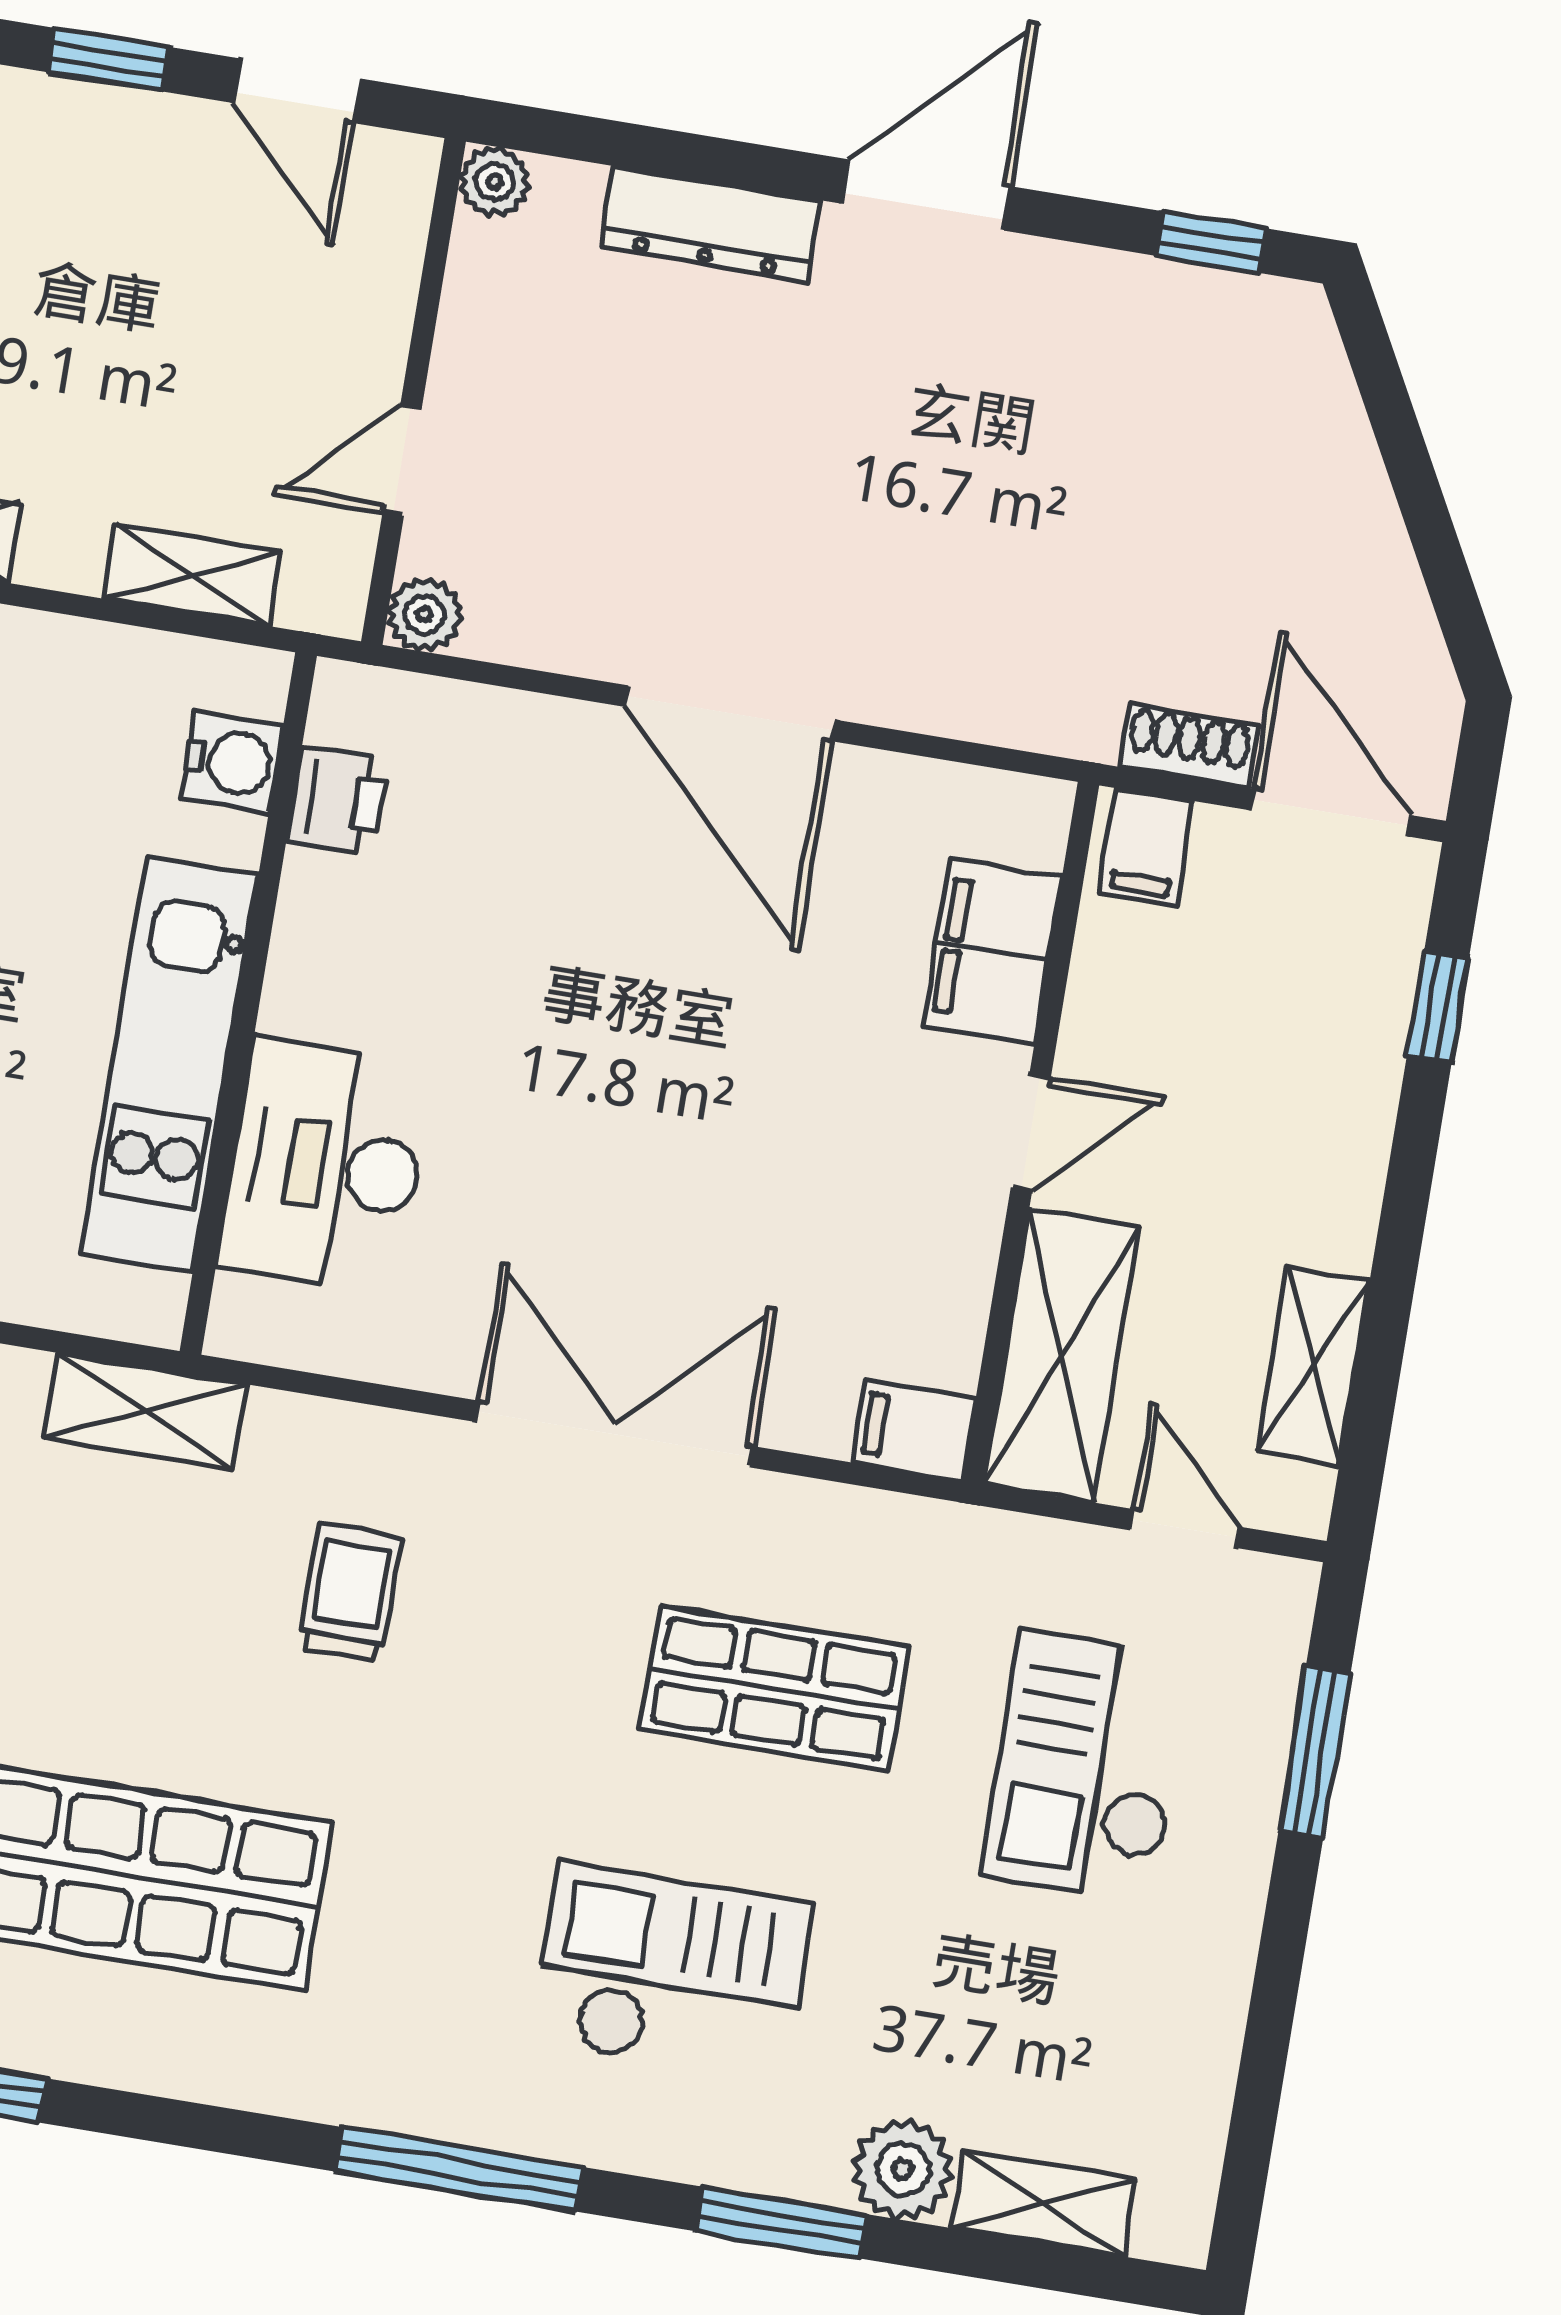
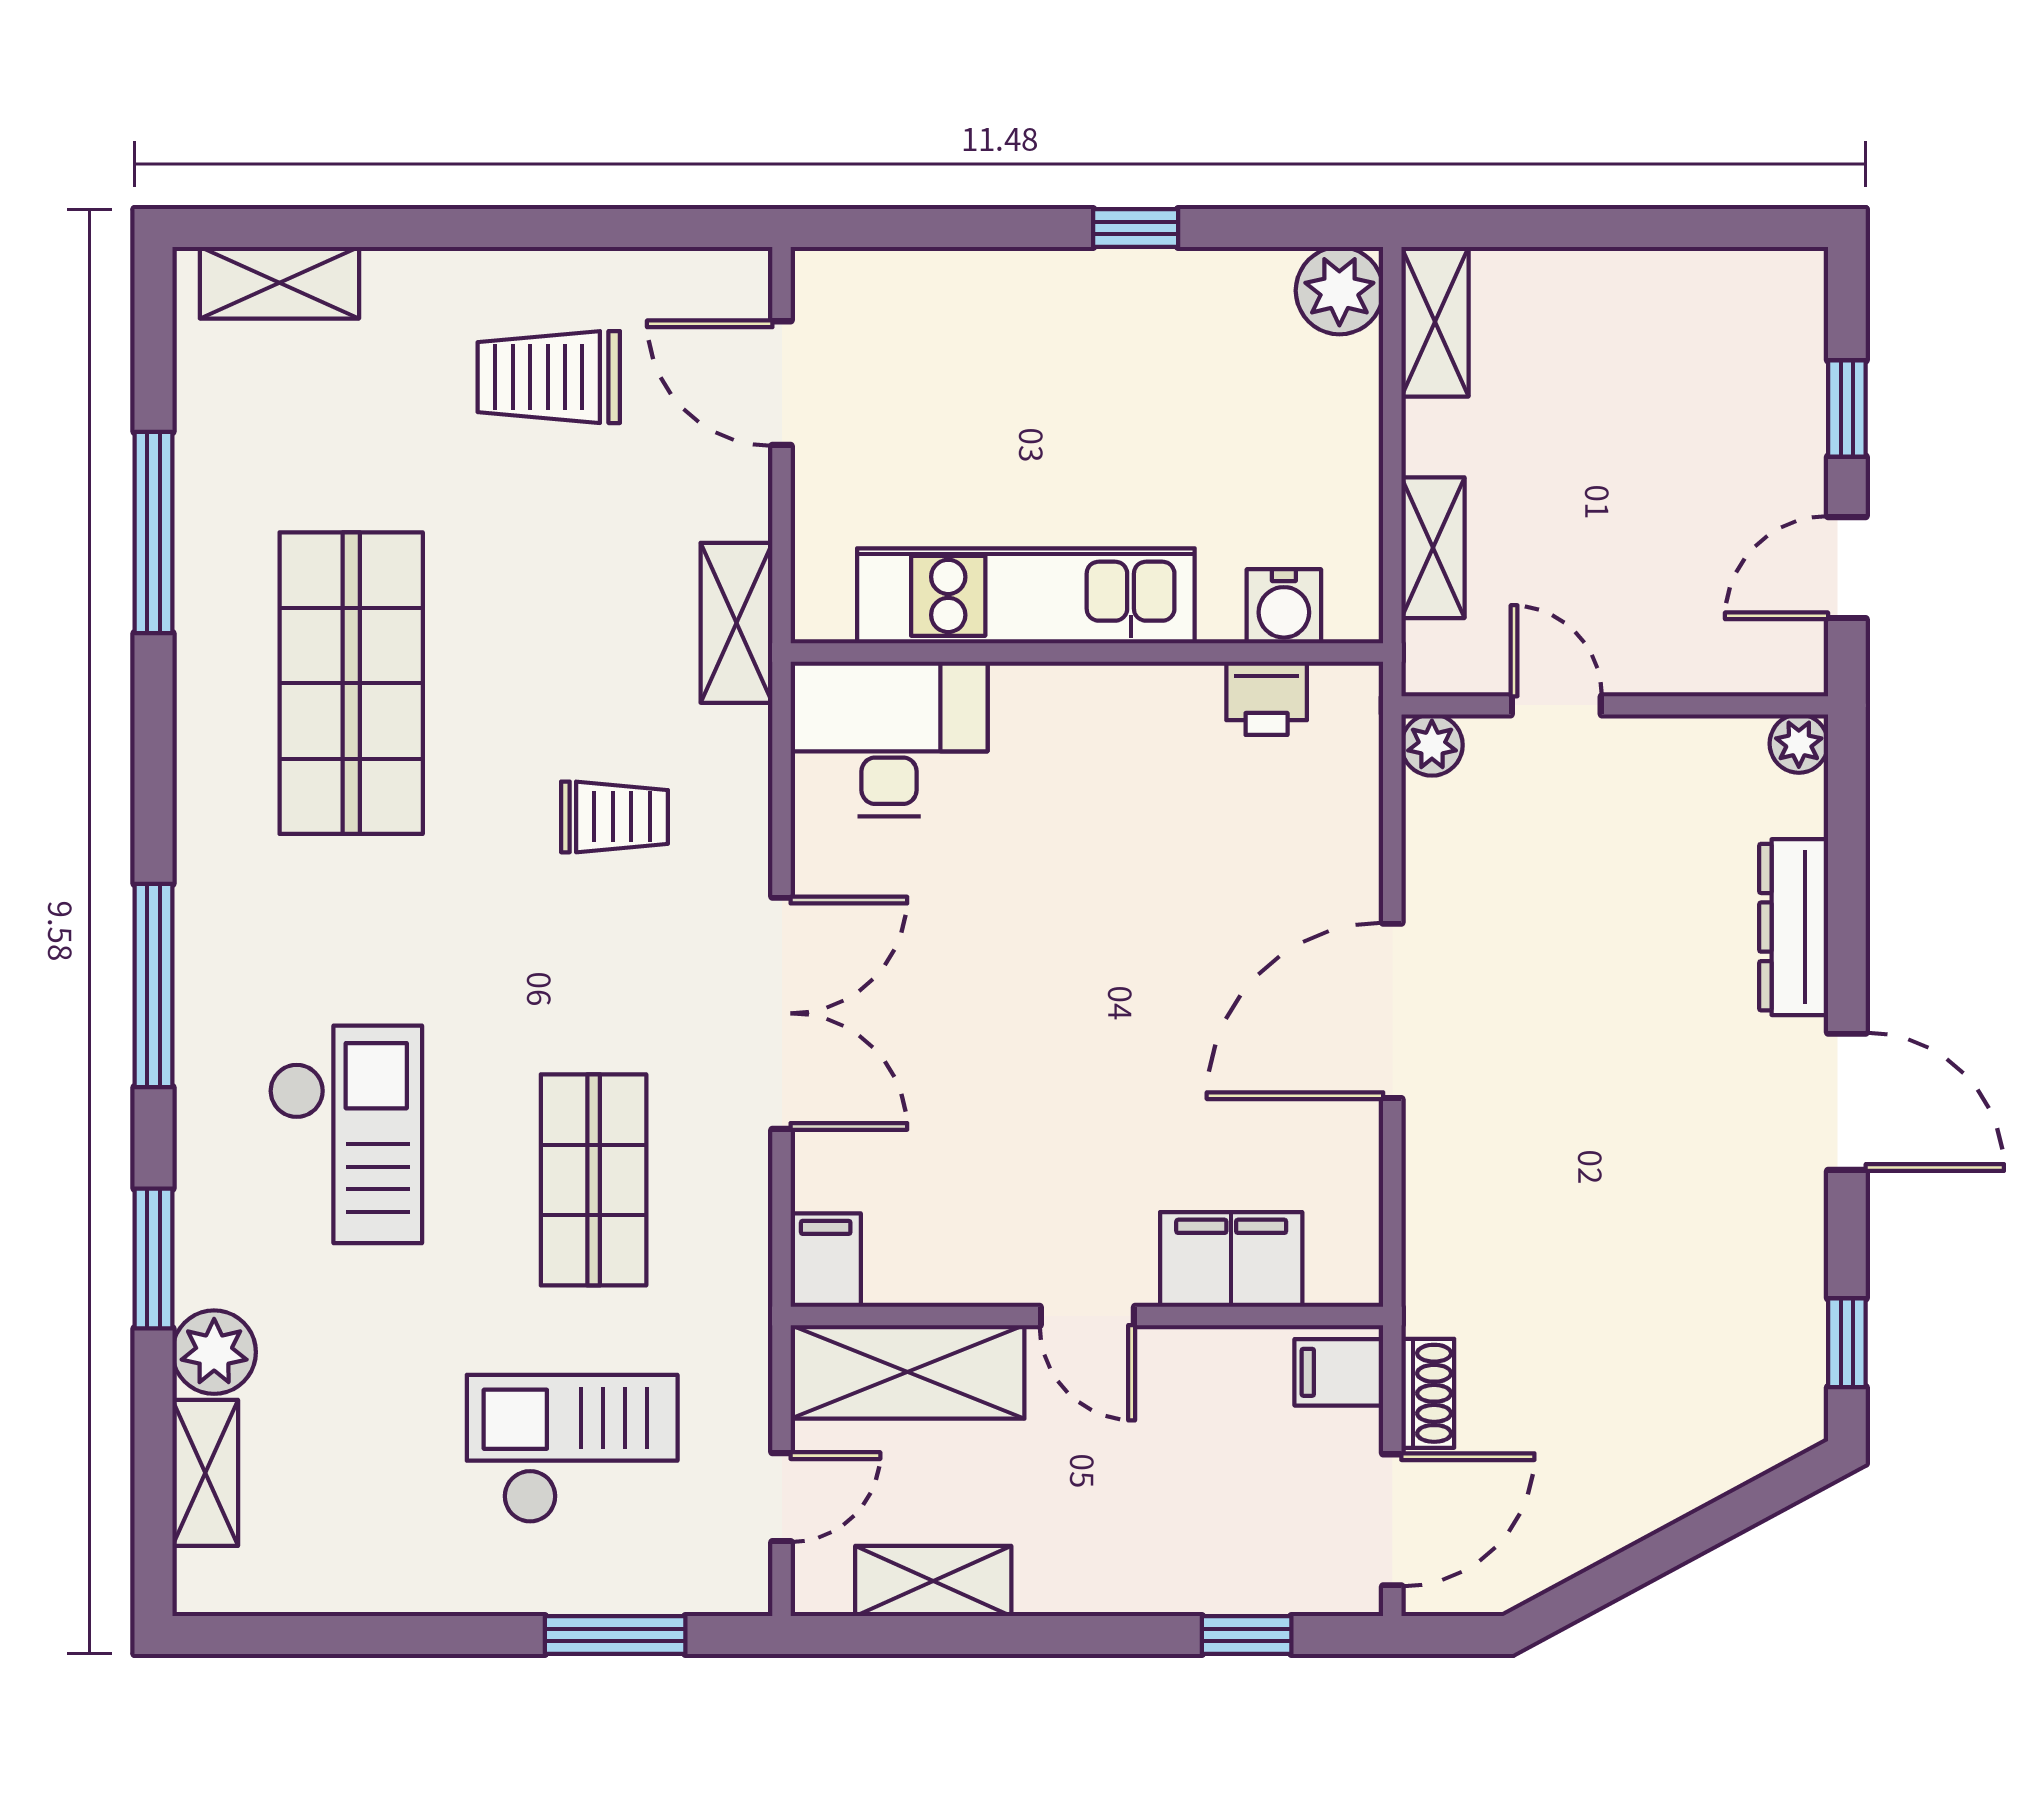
desk: (326, 1166) -> (889, 739), moved

